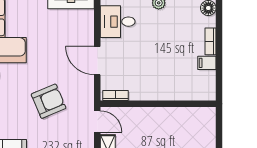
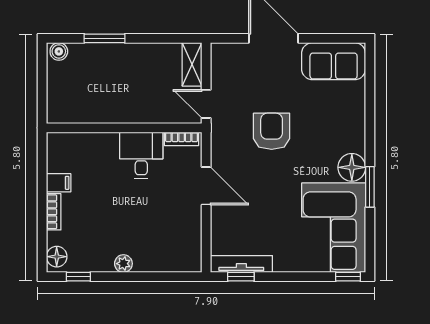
desk: (118, 22) -> (141, 155), moved, turned -90
armchair: (49, 101) -> (272, 131), turned 113

